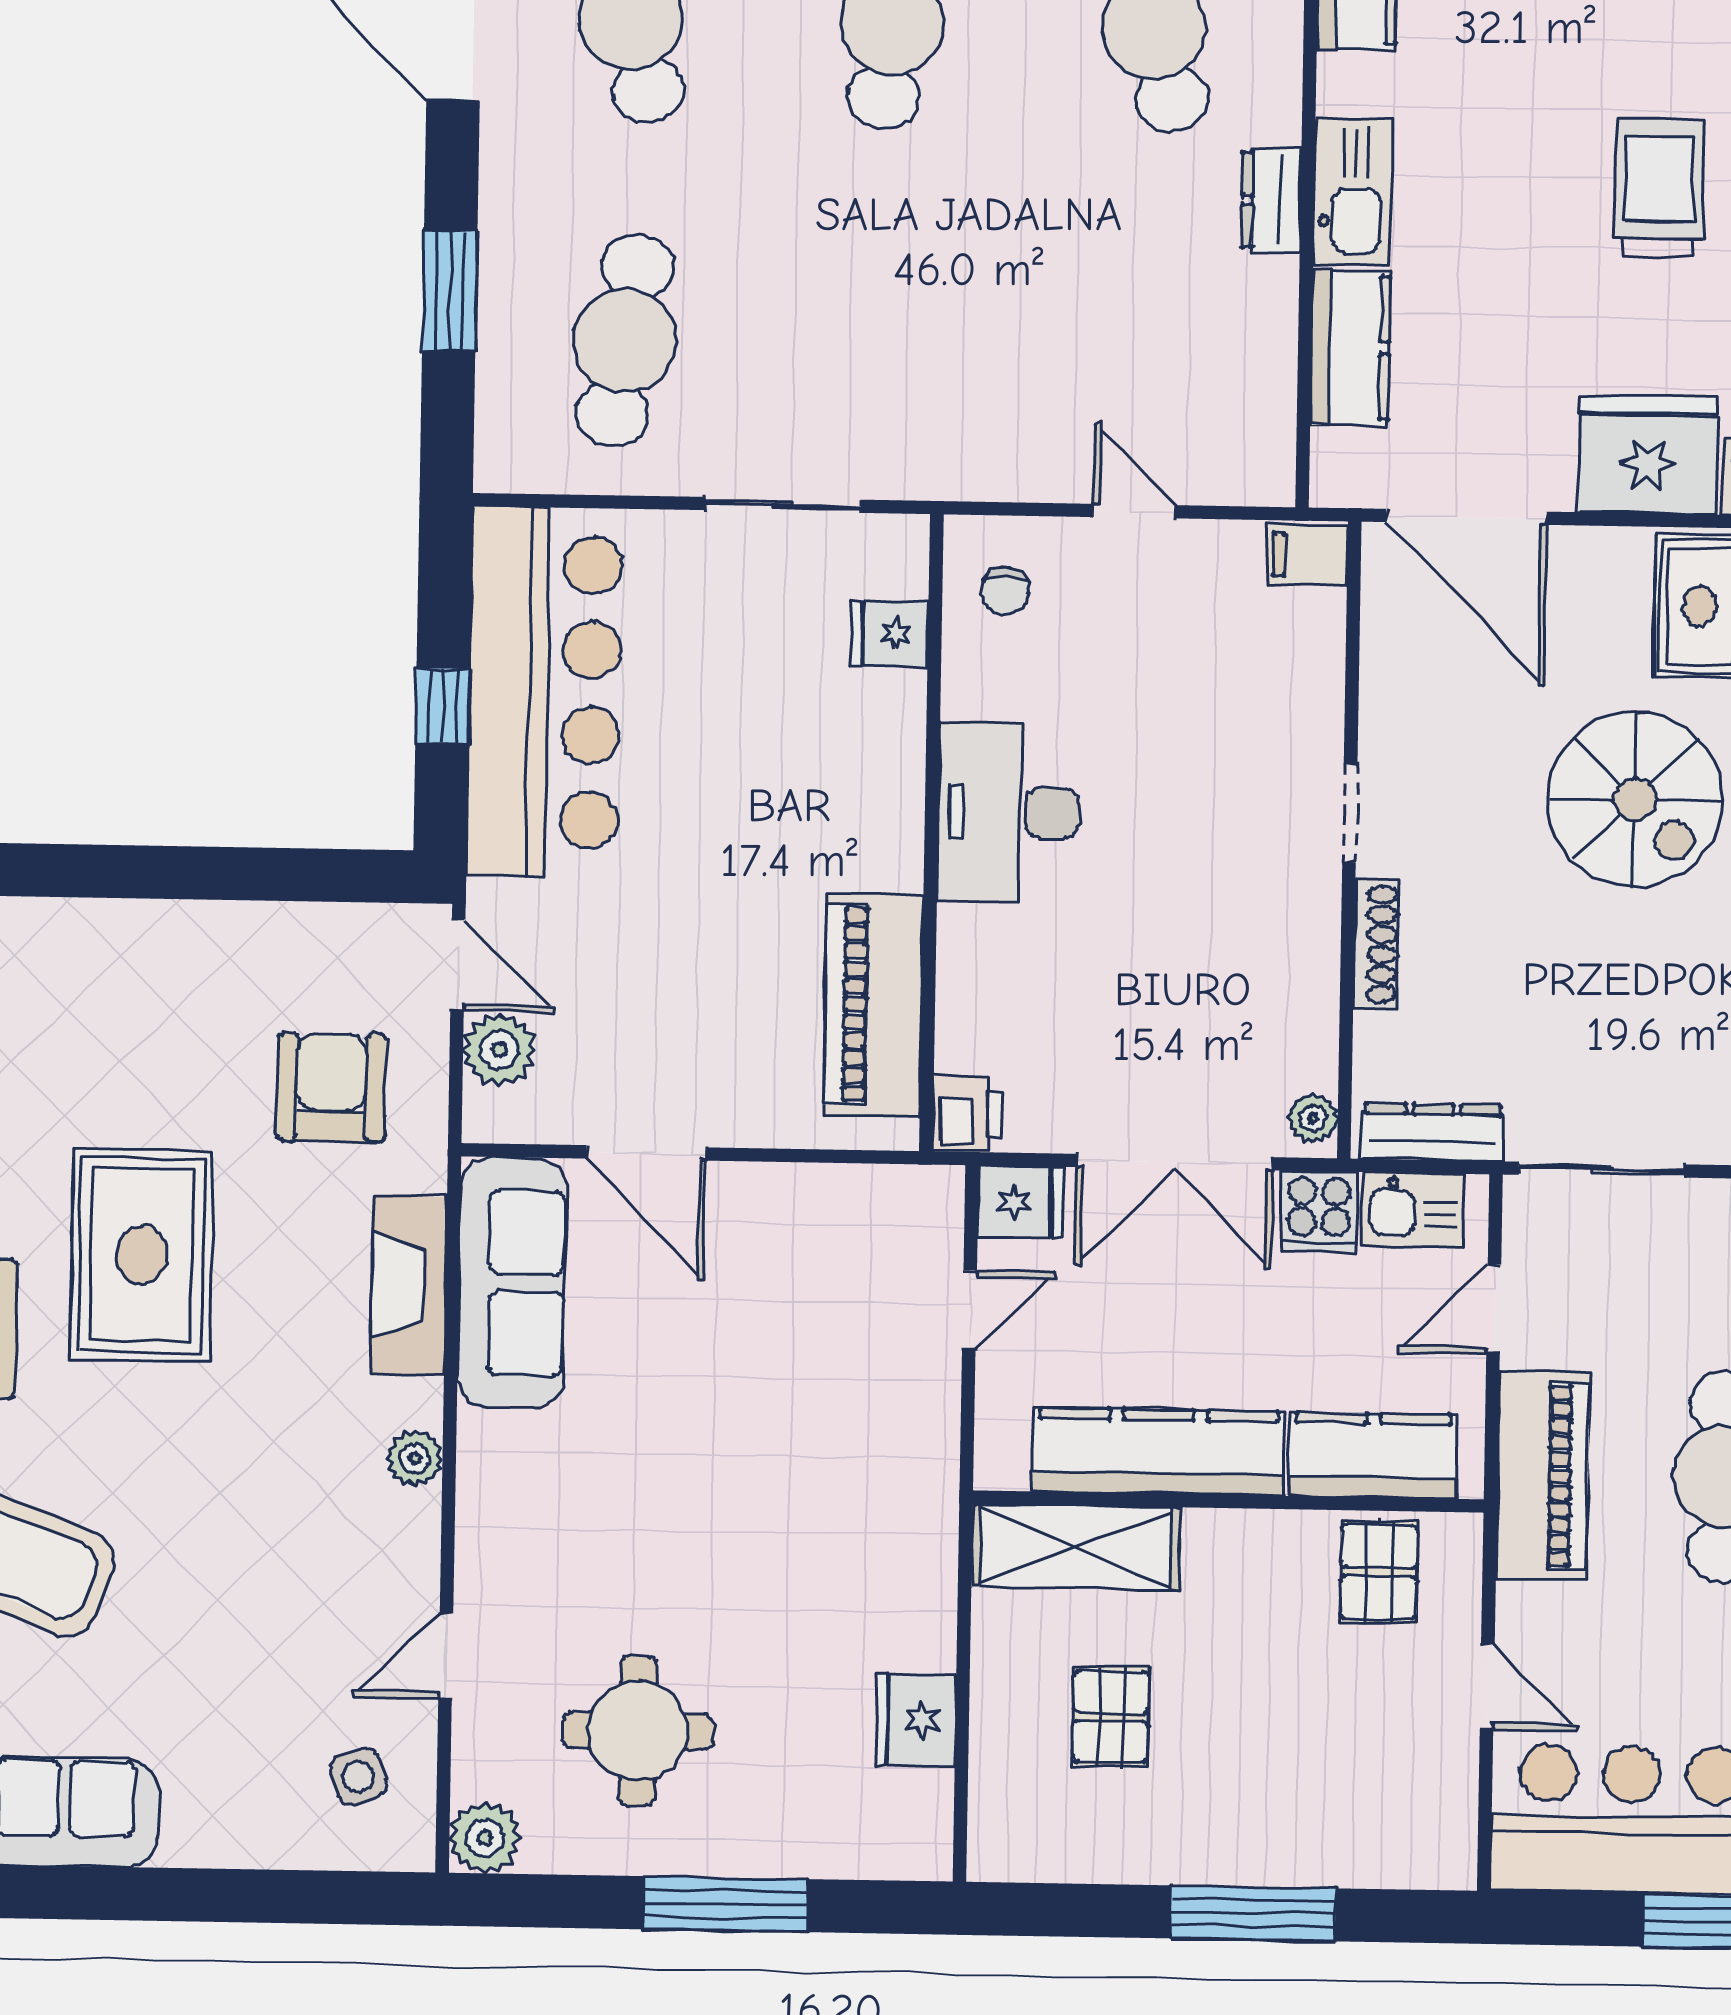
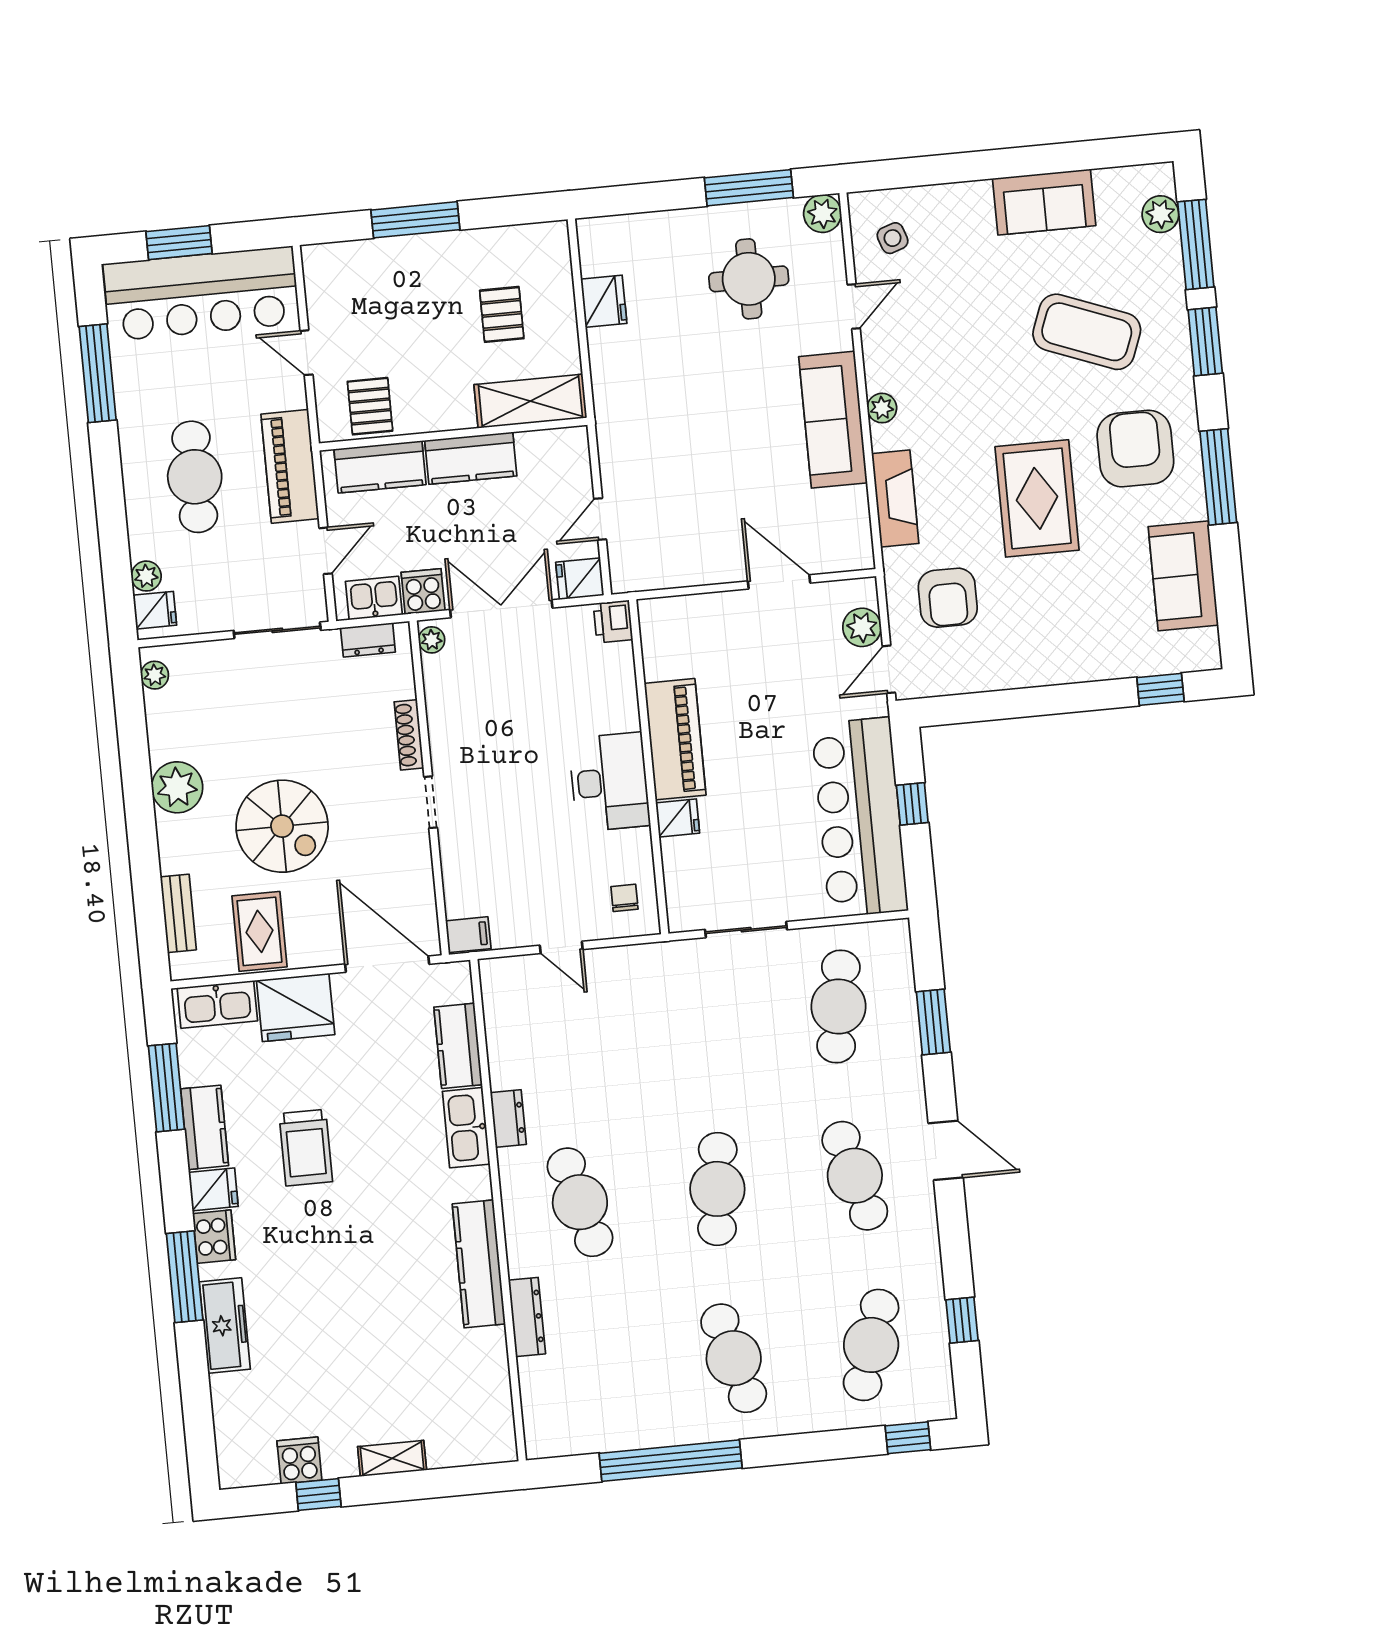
fridge: (889, 633) -> (678, 818), moved
spiral stairs: (1635, 799) -> (282, 826), turned 180
door: (458, 965) -> (889, 669), hinge flipped
piano: (873, 1005) -> (675, 739), moved
dresser: (1433, 1132) -> (368, 640), width x0.70
sofa: (512, 1283) -> (833, 420), moved
kitchen counter: (1158, 1452) -> (471, 458), width x0.67
window: (725, 1904) -> (749, 188), moved

